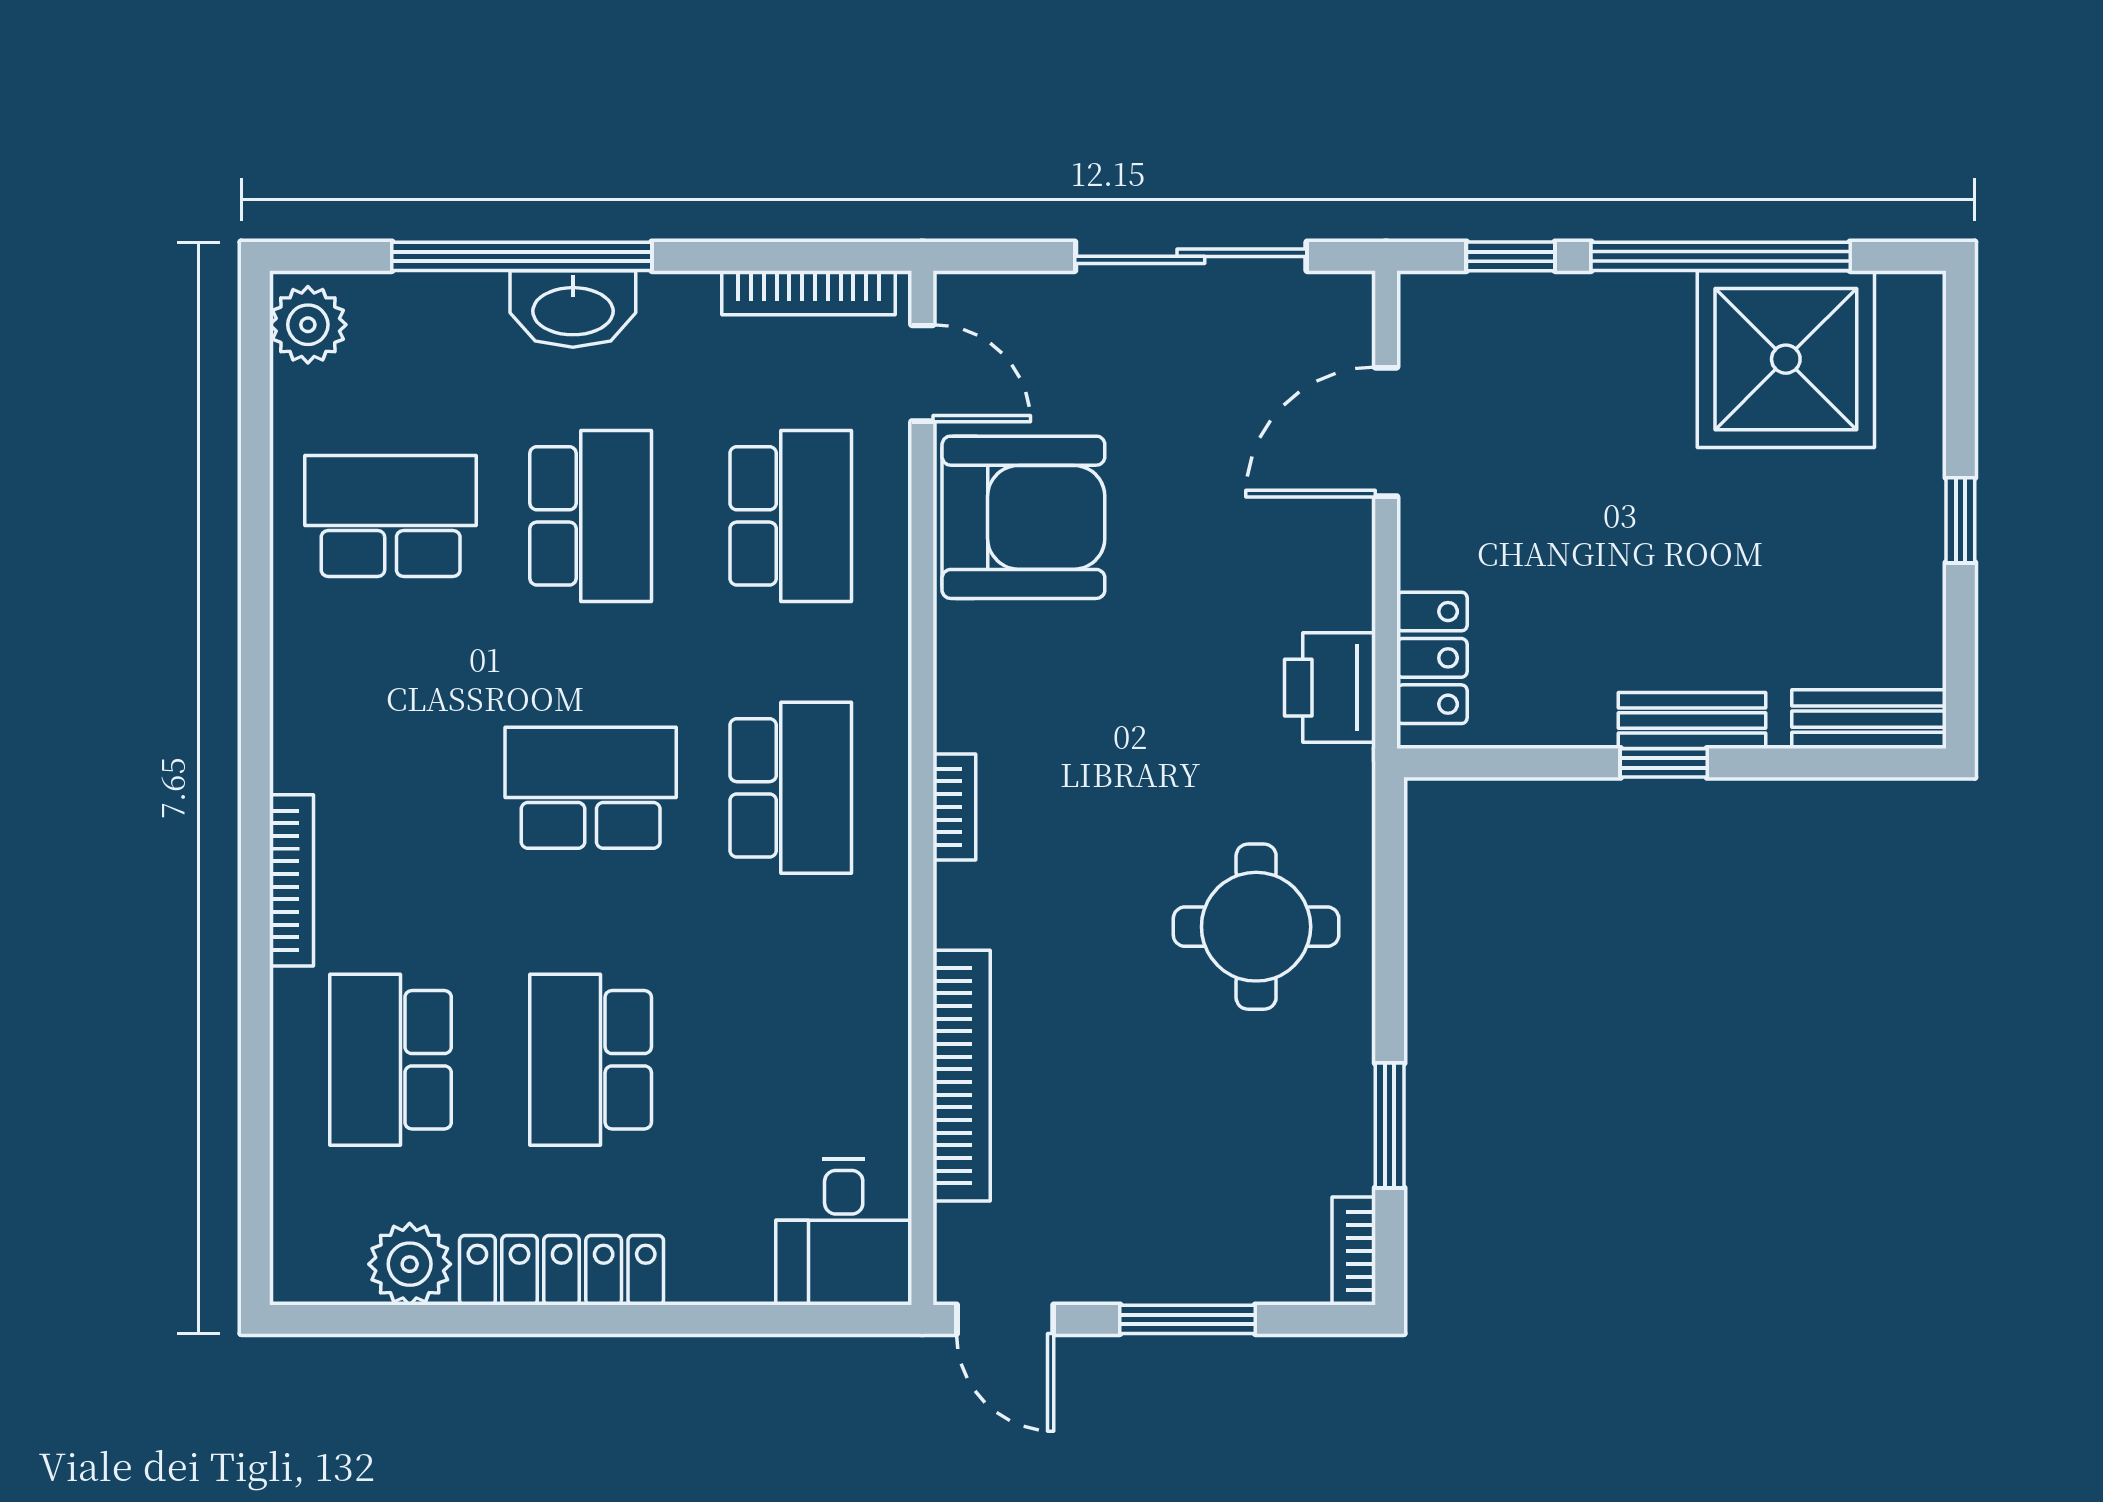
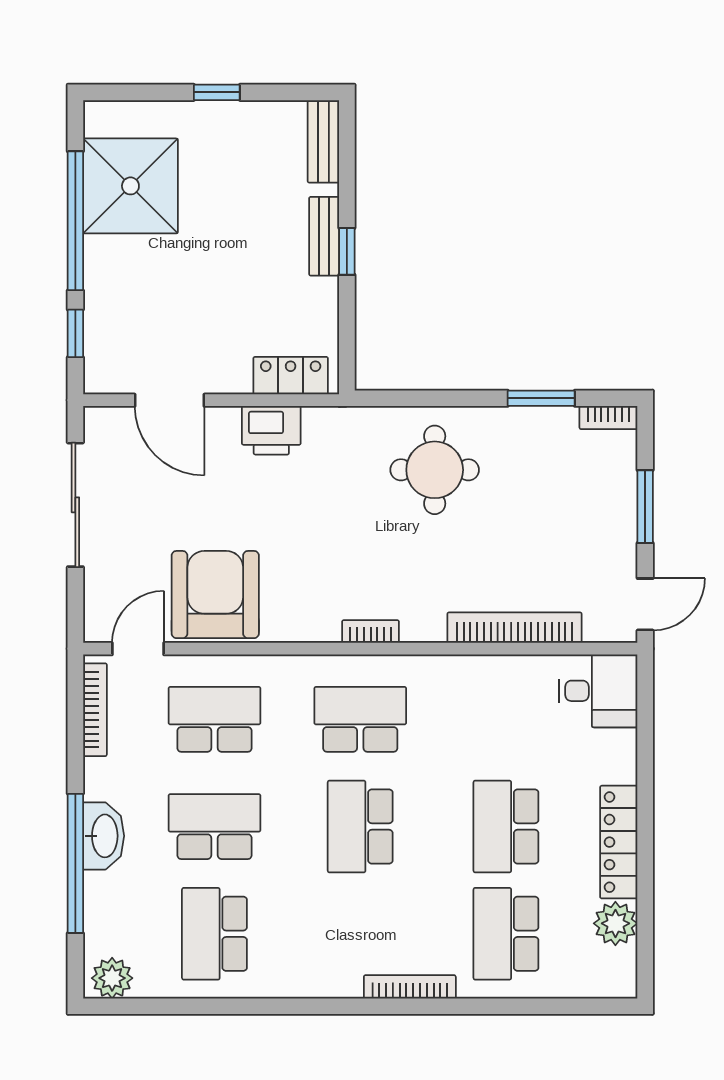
printer: (1330, 688) -> (271, 430), moved
school desk: (391, 1060) -> (506, 934), turned 90
school desk: (591, 1060) -> (506, 827), turned 90

